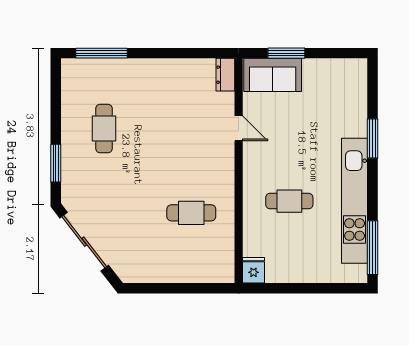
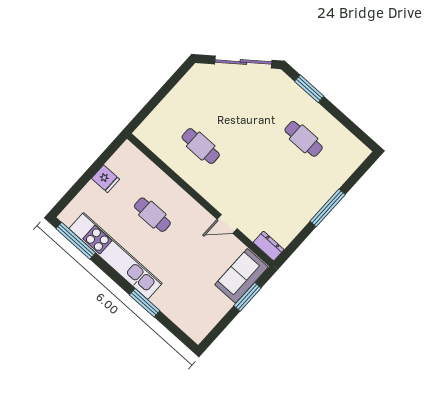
window: (102, 53) -> (328, 208), moved
cafe table: (289, 201) -> (152, 215), turned 90
cafe table: (191, 213) -> (201, 146), turned 90
fridge: (254, 270) -> (106, 179), moved

